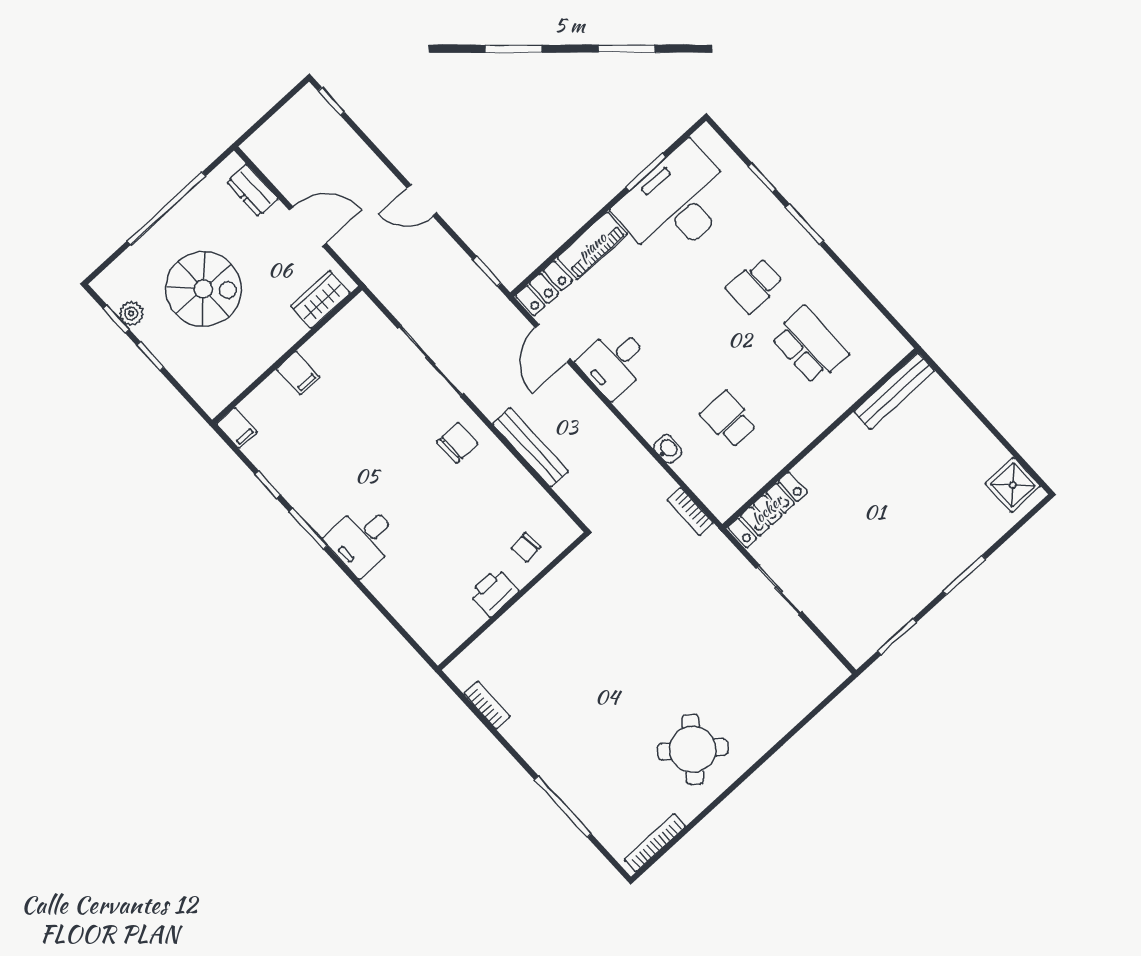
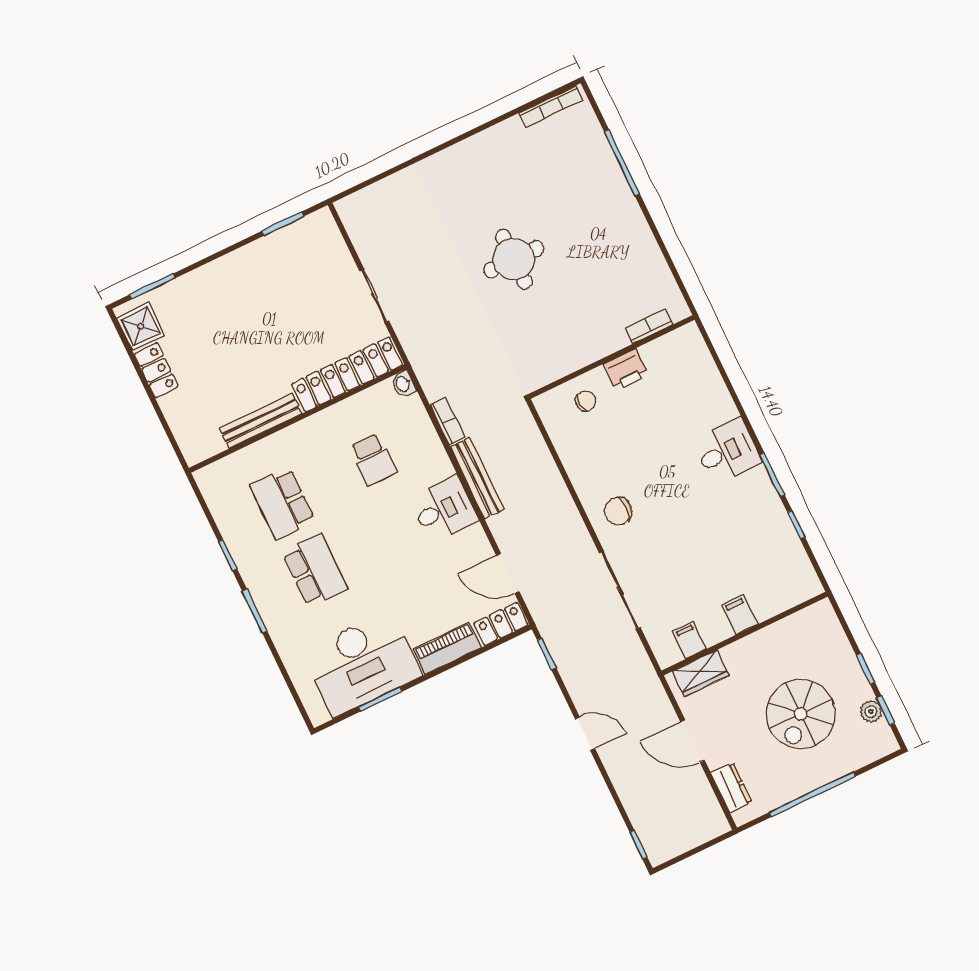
window: (762, 178) -> (228, 555), moved
school desk: (755, 285) -> (315, 570), width x1.85
spiral stairs: (203, 289) -> (801, 714), turned -90
door: (553, 343) -> (508, 573), swing flipped
desk: (614, 362) -> (444, 509), moved
bench: (894, 391) -> (261, 421), moved
filing cabinet: (237, 428) -> (689, 640), moved
locker: (983, 444) -> (156, 370), added
bench: (530, 447) -> (477, 478), moved
washbasin: (668, 449) -> (403, 384), moved
locker: (767, 510) -> (347, 374), width x1.41, depth x1.21
bookcase: (690, 511) -> (447, 421), moved
window: (964, 575) -> (152, 286), moved
bookcase: (487, 705) -> (649, 326), moved, turned 90
round table: (693, 749) -> (514, 259), moved, turned -38

